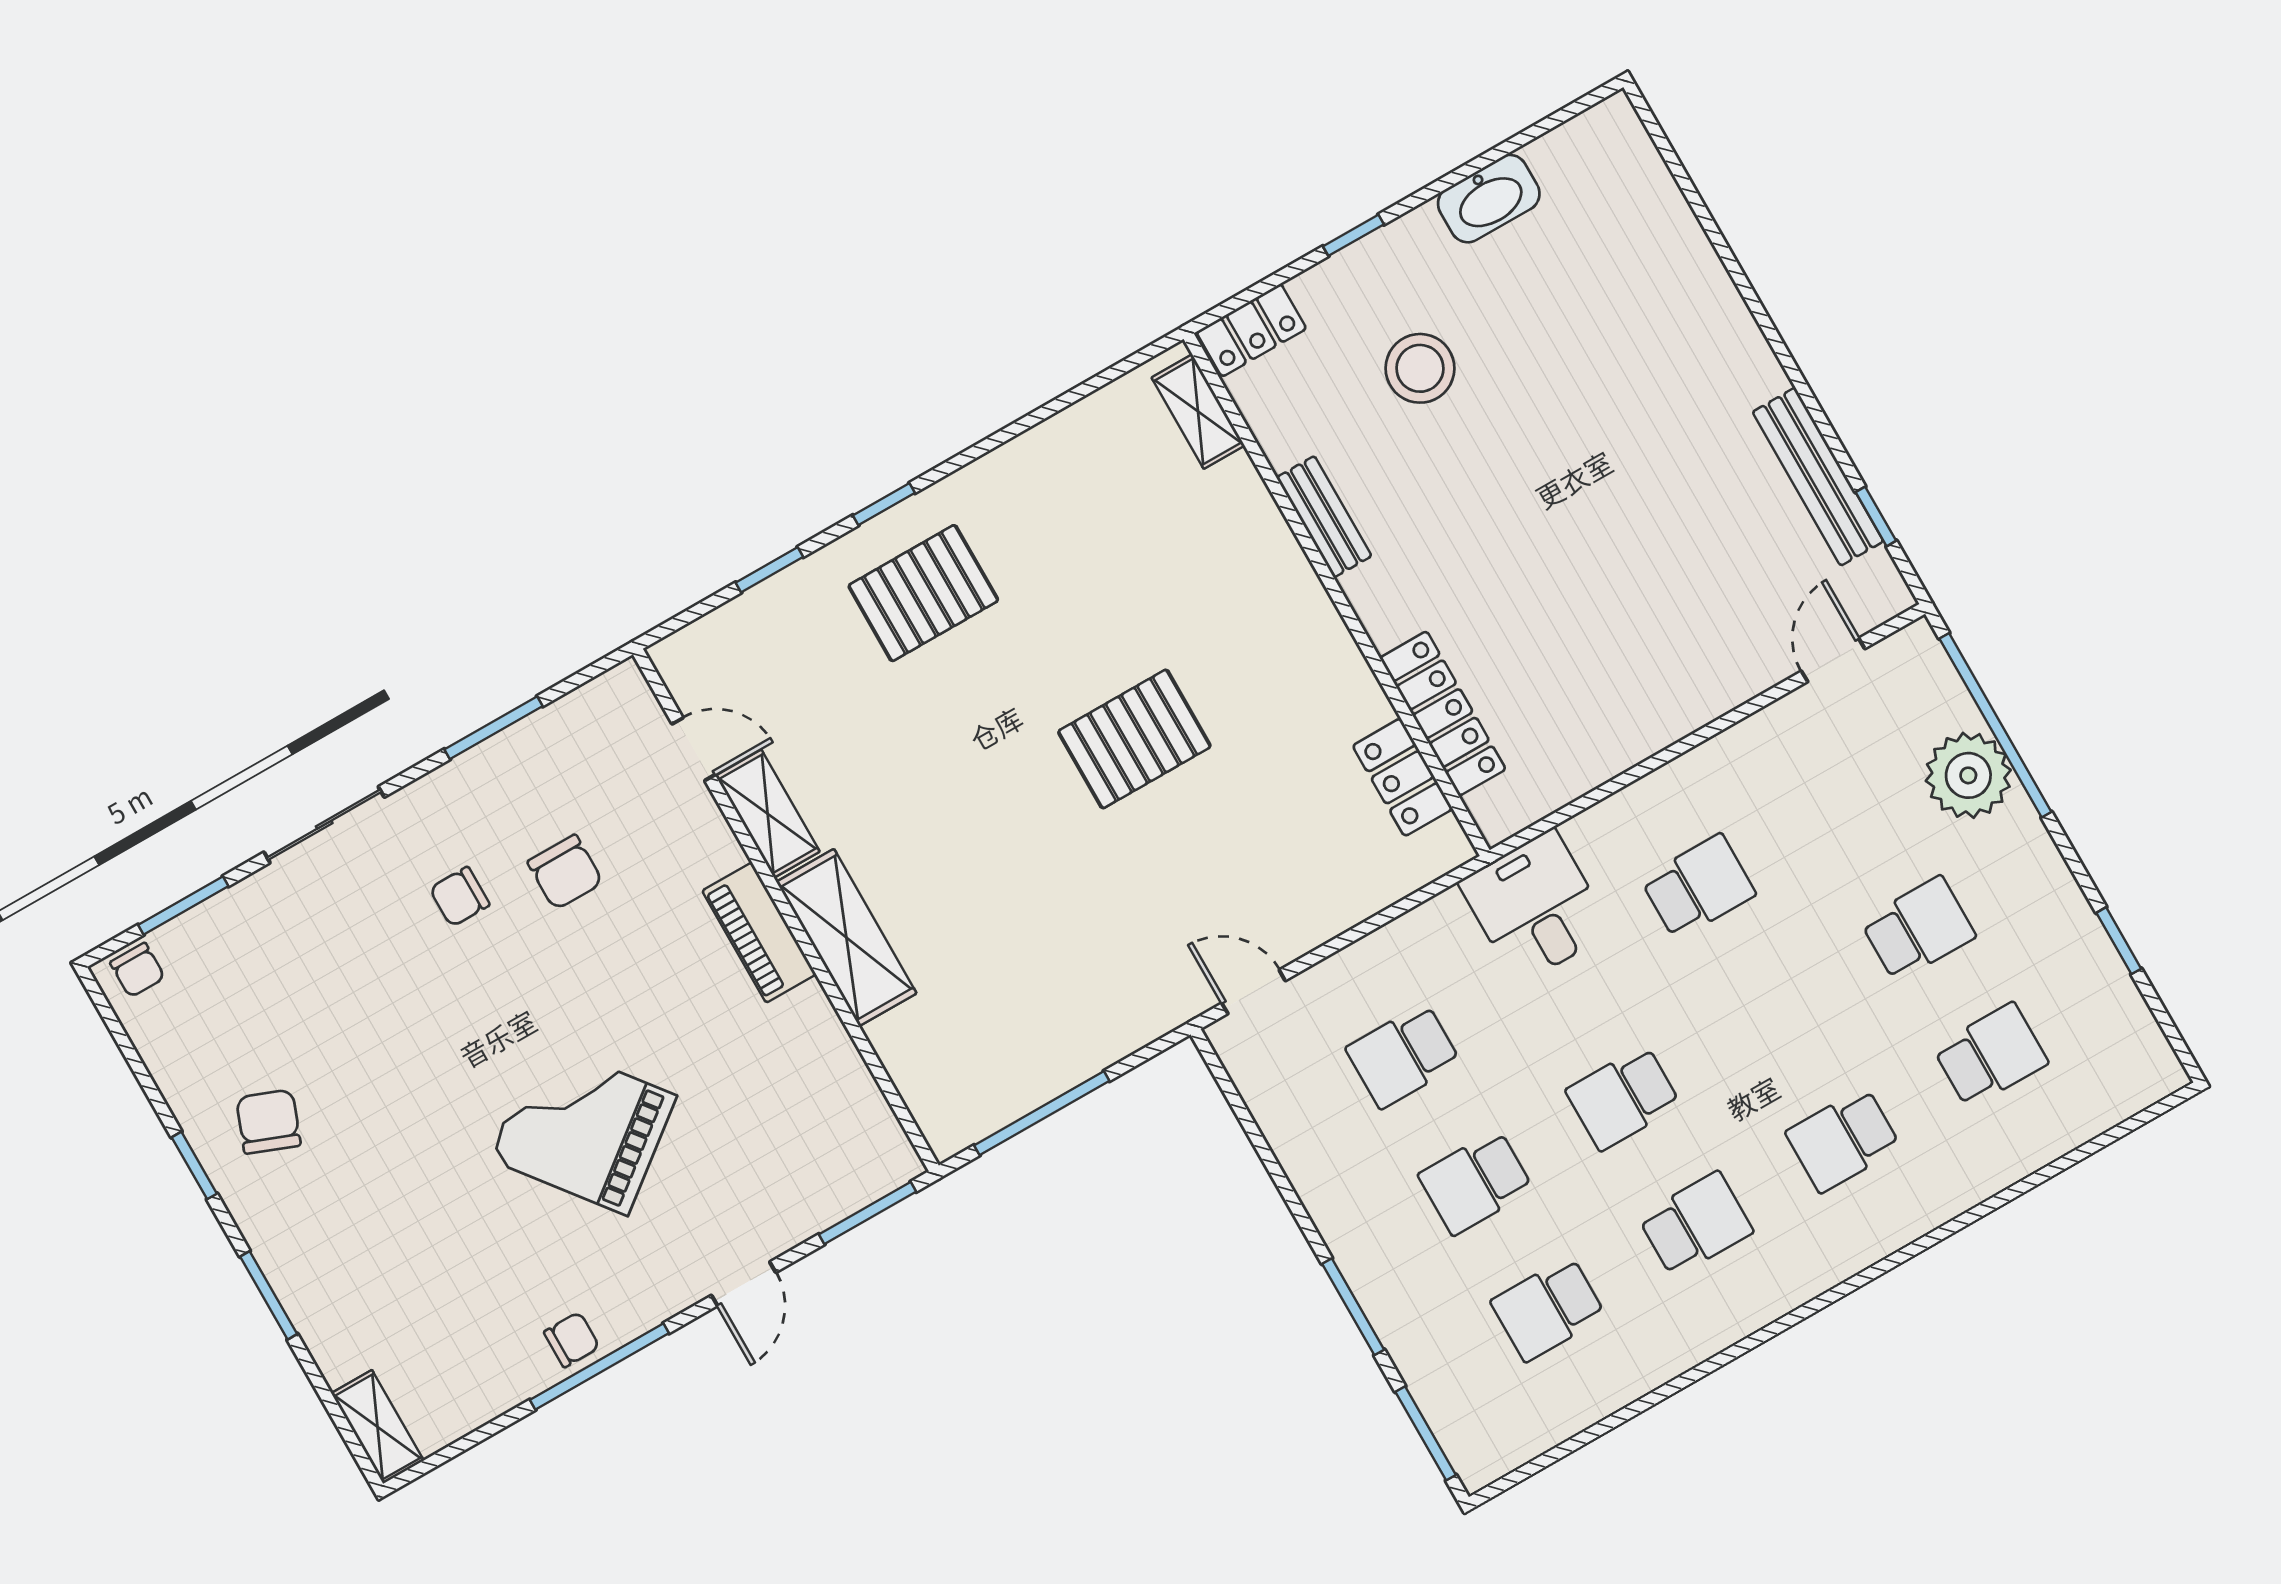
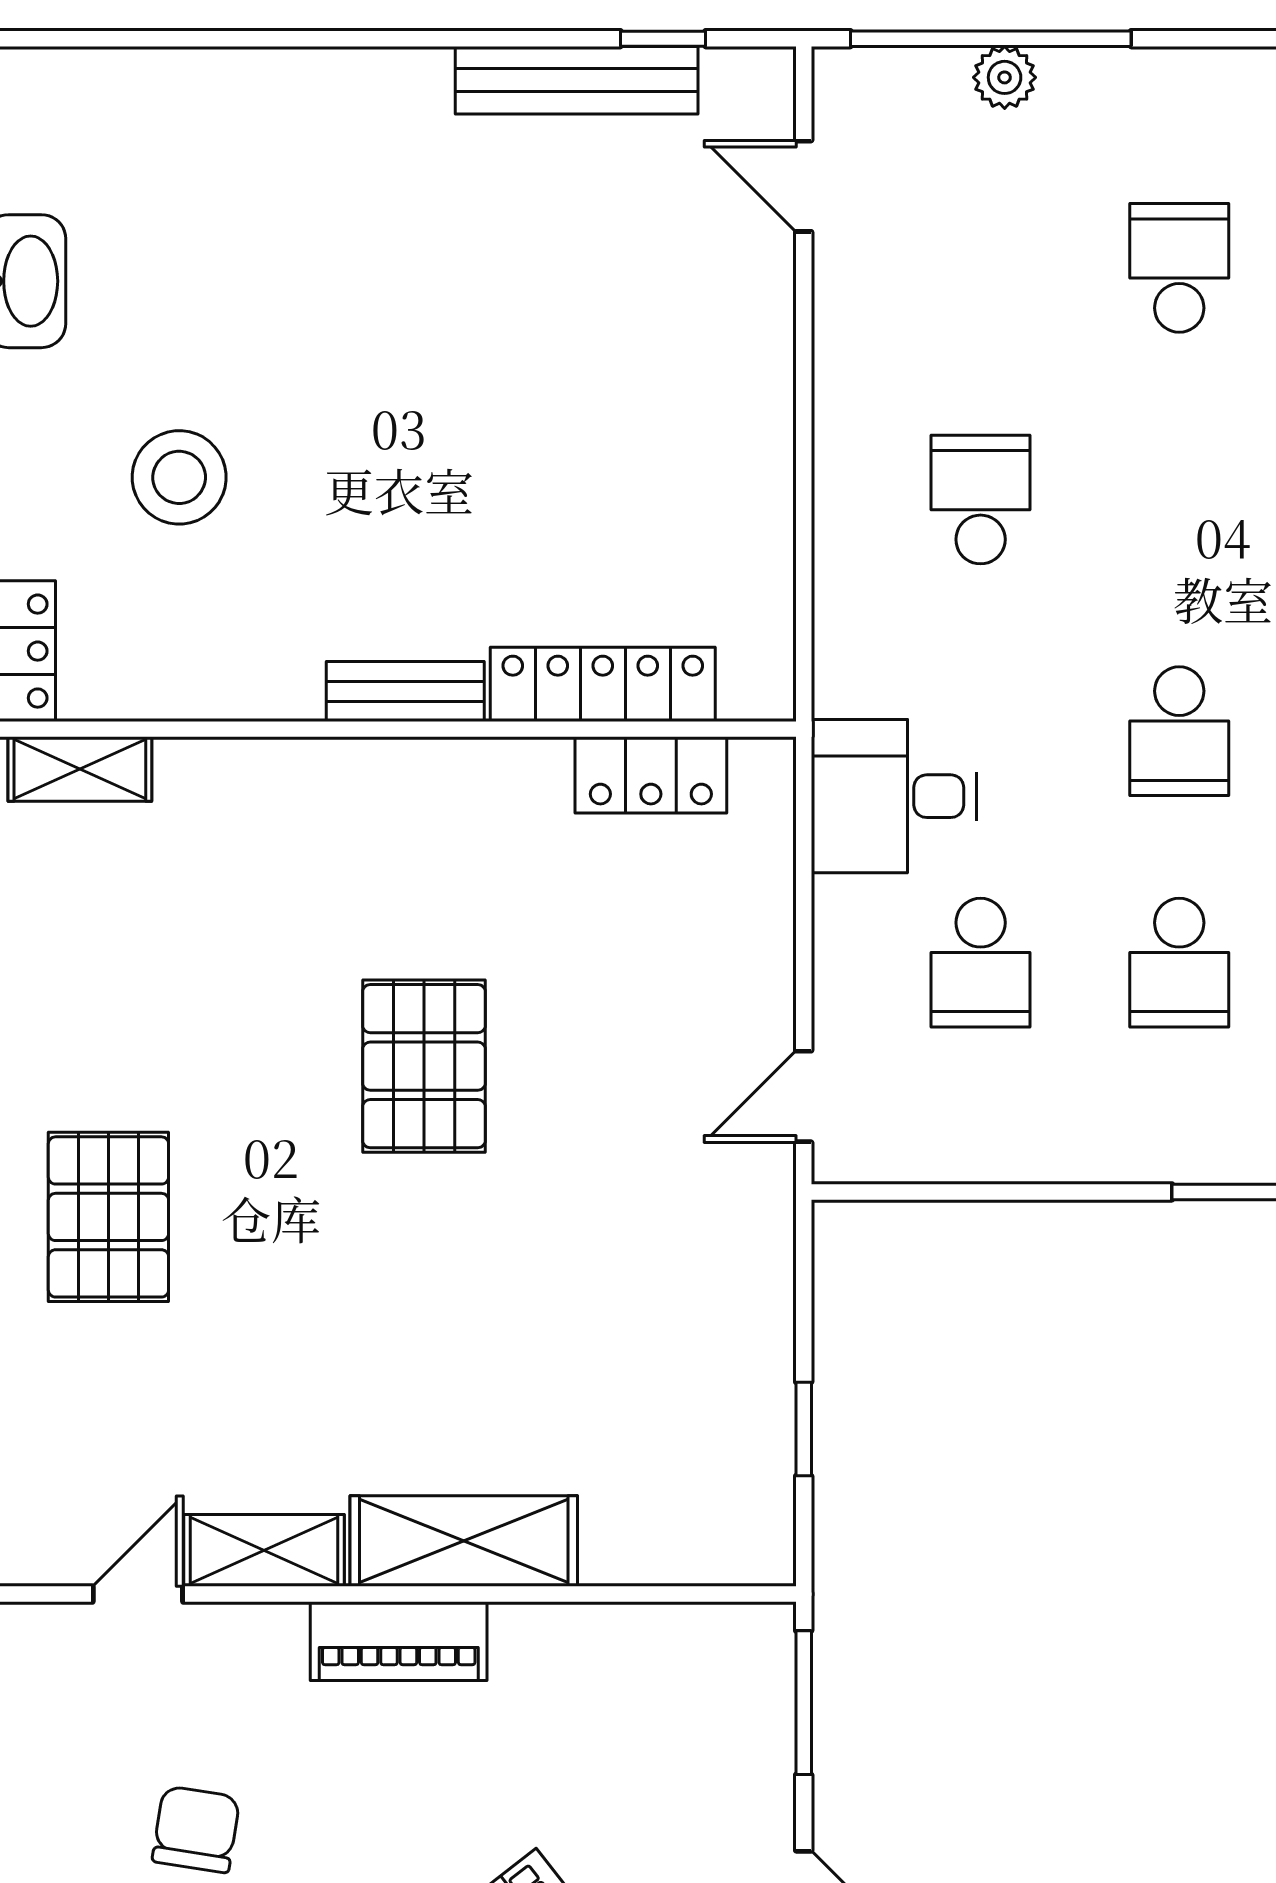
bench: (1324, 517) -> (405, 691), moved
plant: (1968, 775) -> (1005, 77), width x0.53, depth x0.53
chair: (565, 872) -> (196, 1829), turned -81
desk: (1535, 907) -> (894, 796), moved
window: (1042, 1113) -> (804, 1429), width x0.46

